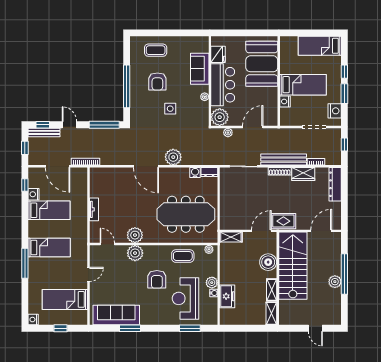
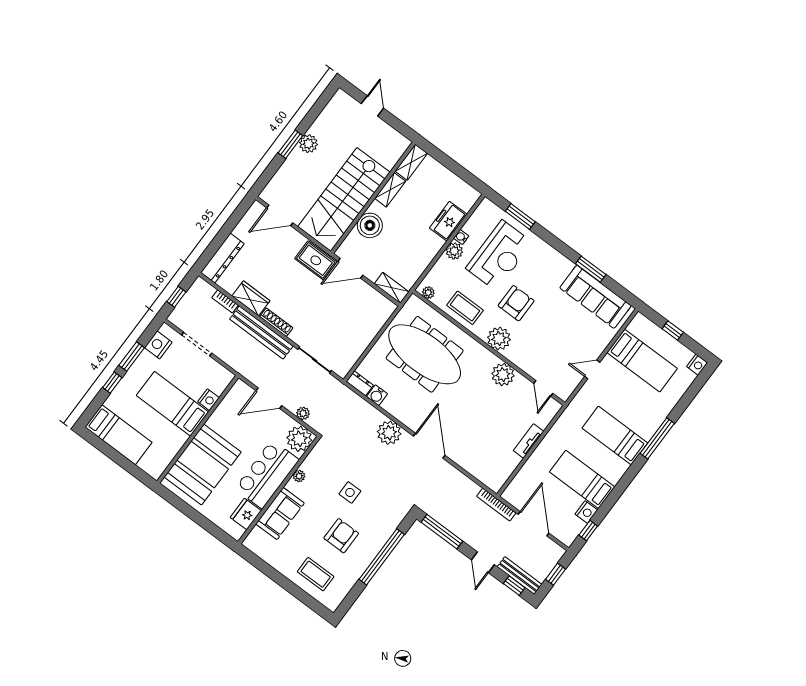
plant: (135, 253) -> (499, 339), moved
window: (344, 274) -> (290, 144), width x0.47

